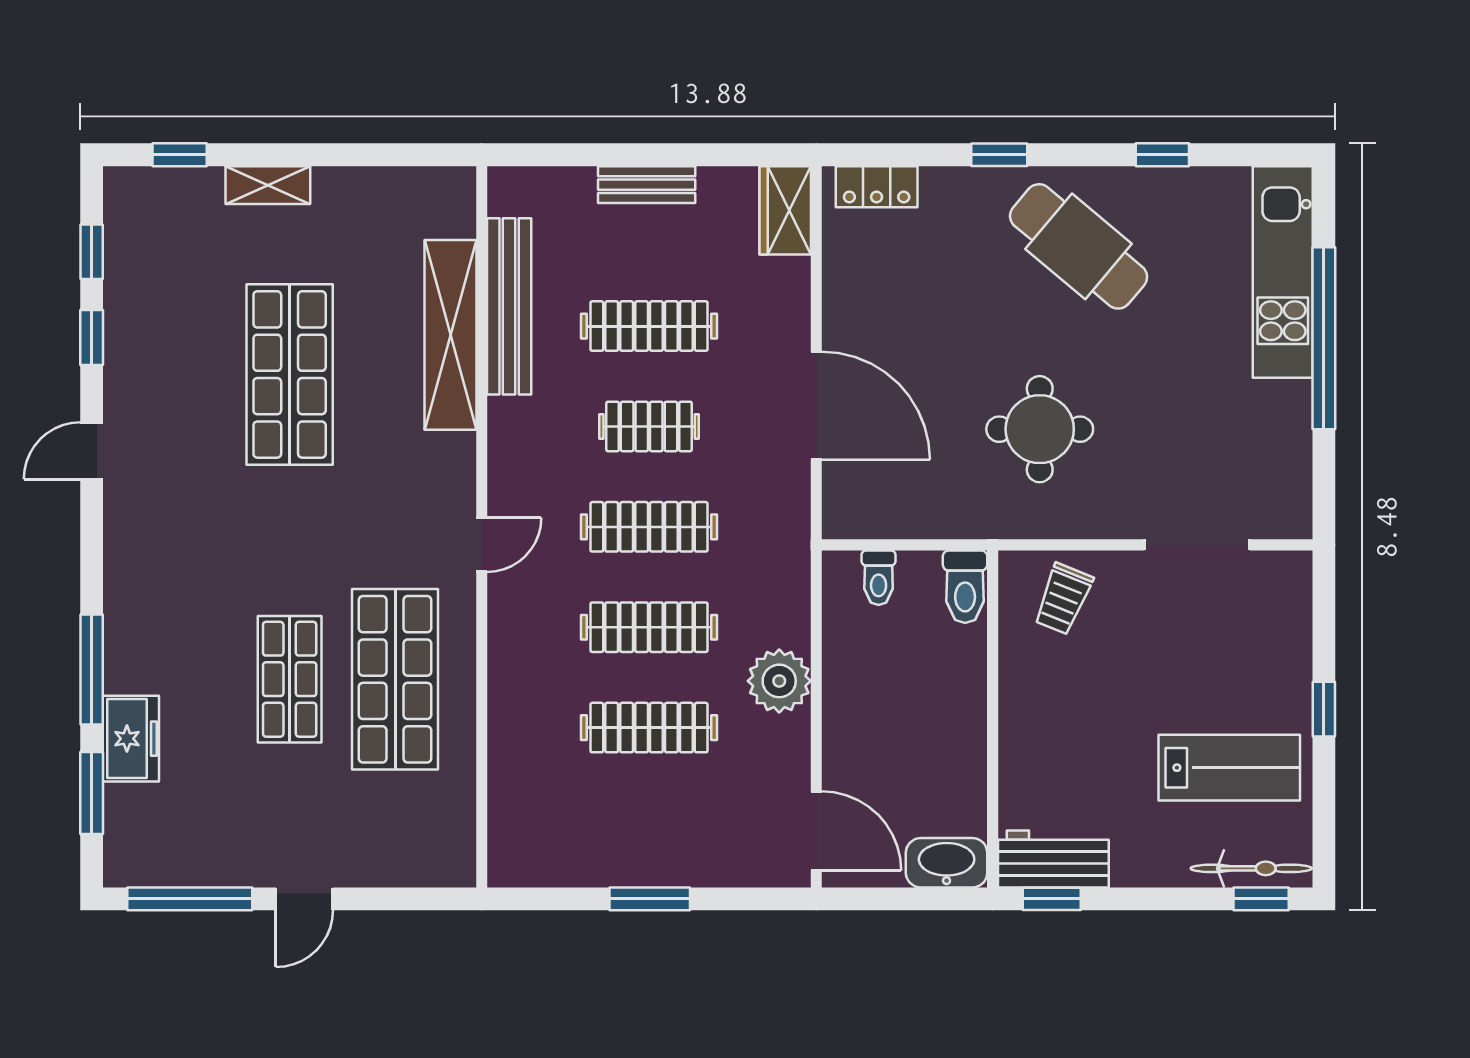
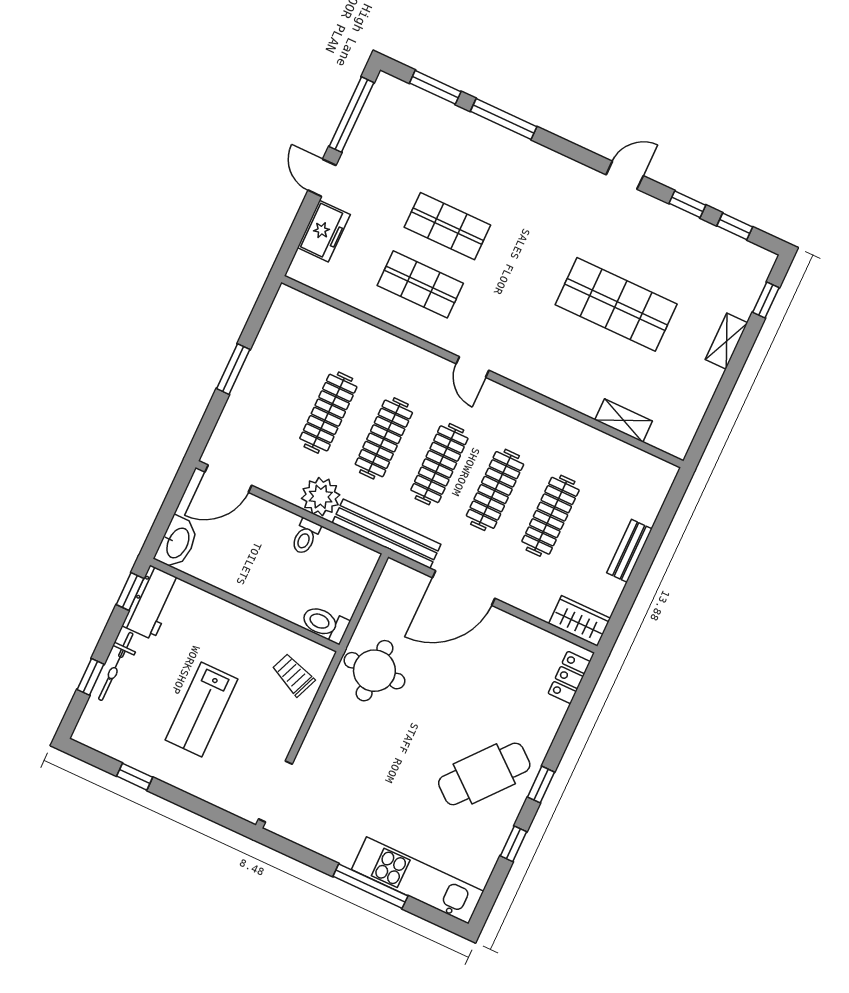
window: (999, 155) -> (541, 785), moved
bench: (509, 306) -> (386, 534), moved
shelving: (450, 335) -> (624, 420), width x0.45, depth x0.75
window: (1324, 338) -> (370, 886), width x0.68
clothes rail: (649, 426) -> (495, 490), width x1.36
round table: (1040, 429) -> (374, 671), moved
door: (92, 451) -> (625, 175), hinge flipped
doorway: (1197, 545) -> (275, 791), moved
toilet: (879, 578) -> (305, 537), moved, turned -90
shop shelf: (395, 679) -> (420, 284), width x0.70, depth x0.74
window: (1324, 709) -> (135, 777), moved
freezer: (131, 739) -> (324, 231), moved, turned -90
lab bench: (1229, 768) -> (201, 710), moved
bicycle: (1251, 868) -> (116, 666), moved
window: (1261, 899) -> (90, 677), moved

